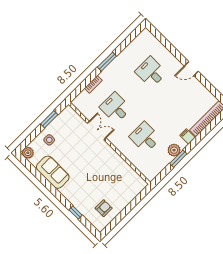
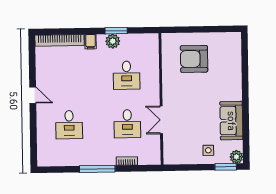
window: (107, 62) -> (97, 169), width x1.44
window: (49, 119) -> (226, 167), moved
armchair: (104, 208) -> (194, 59), moved, width x1.88, depth x1.88
window: (76, 213) -> (245, 69), removed

